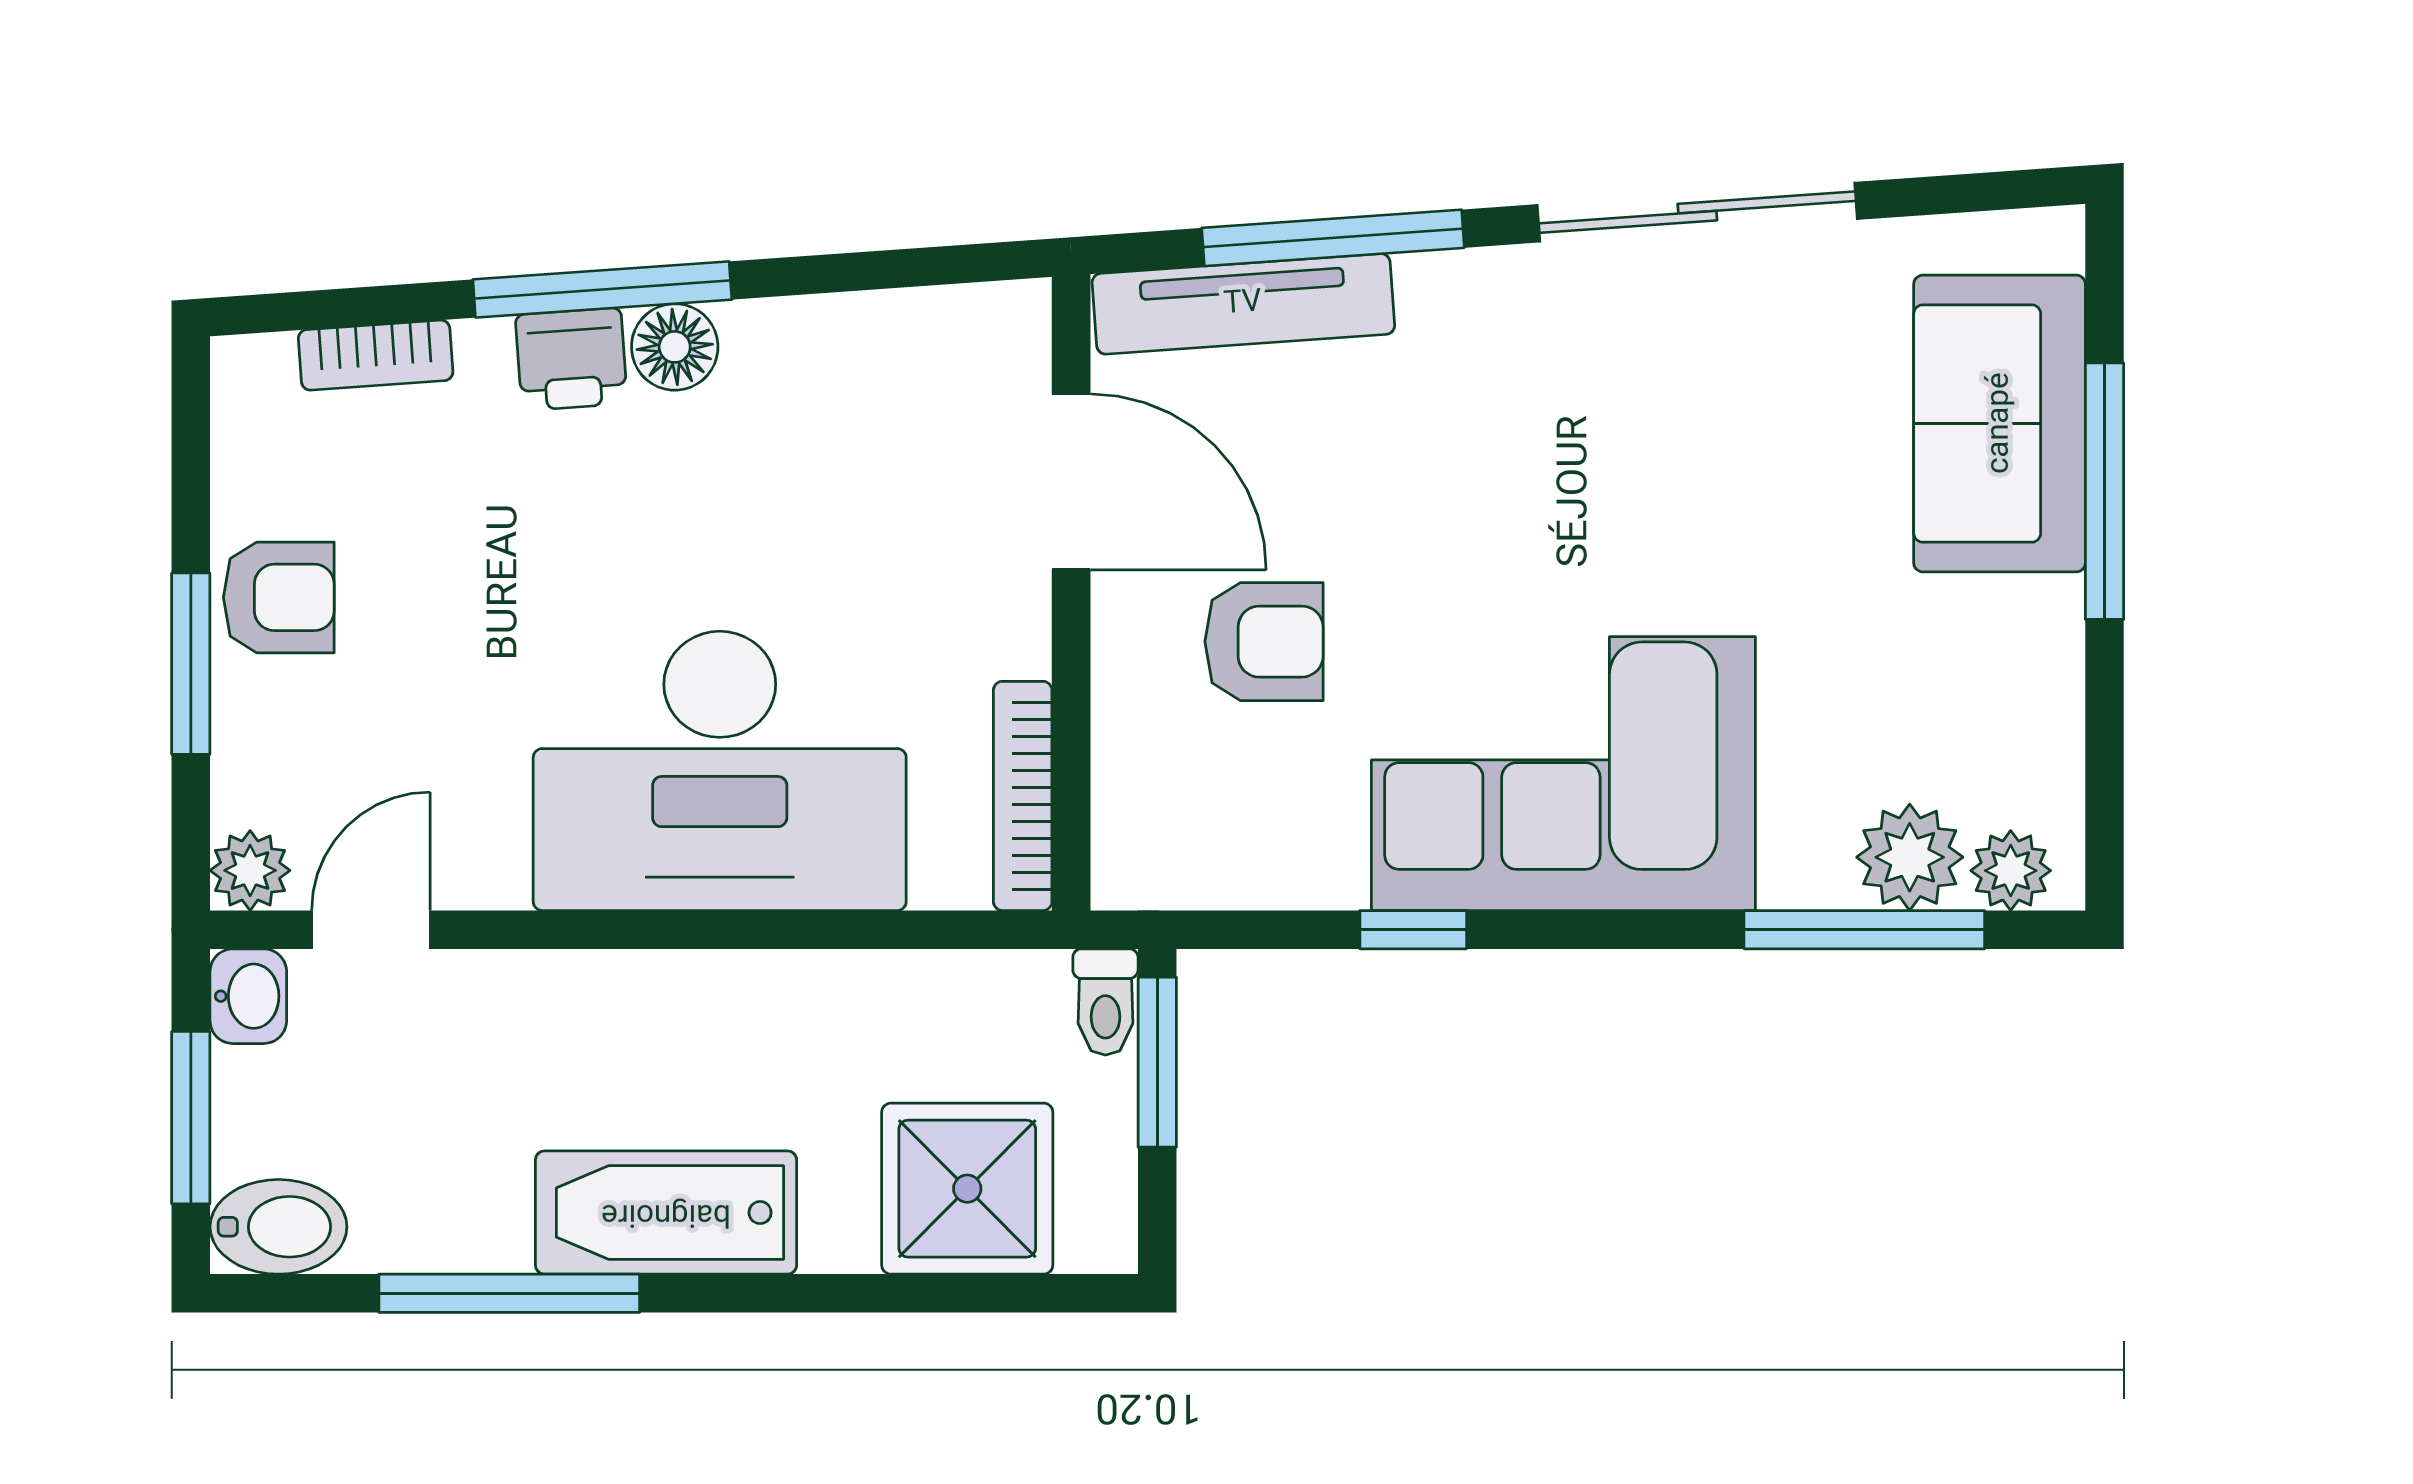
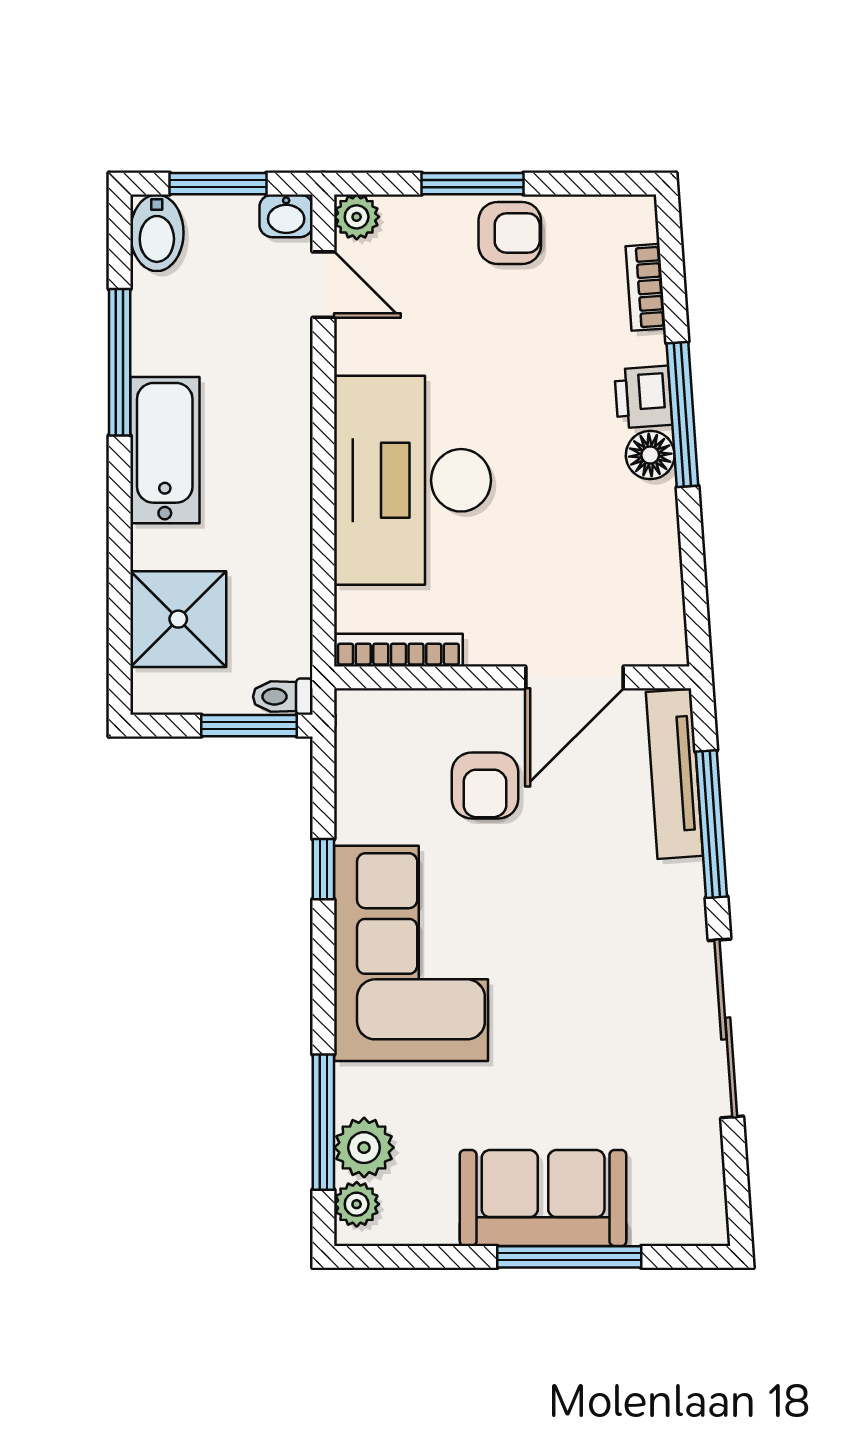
sofa: (2000, 423) -> (543, 1198), moved
armchair: (279, 597) -> (510, 233), turned -90

